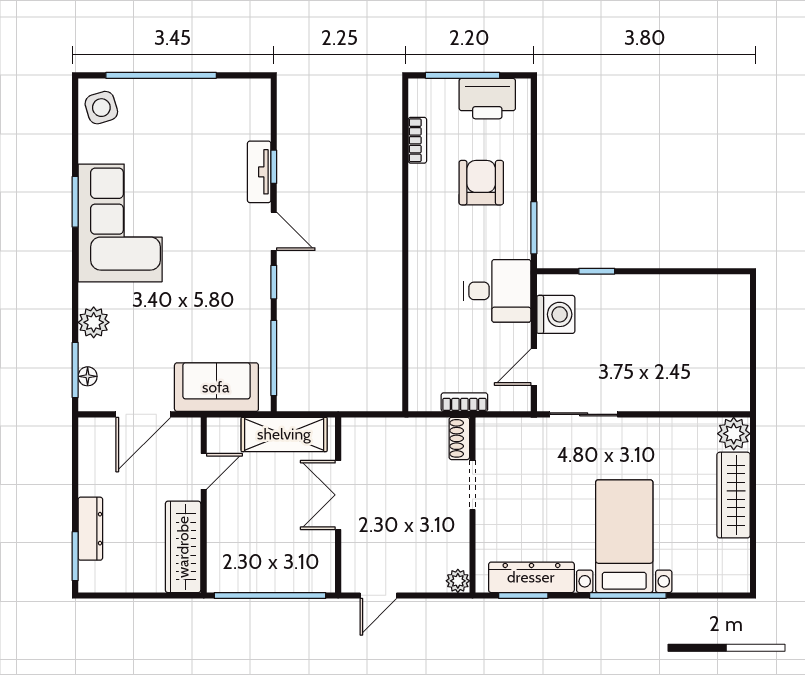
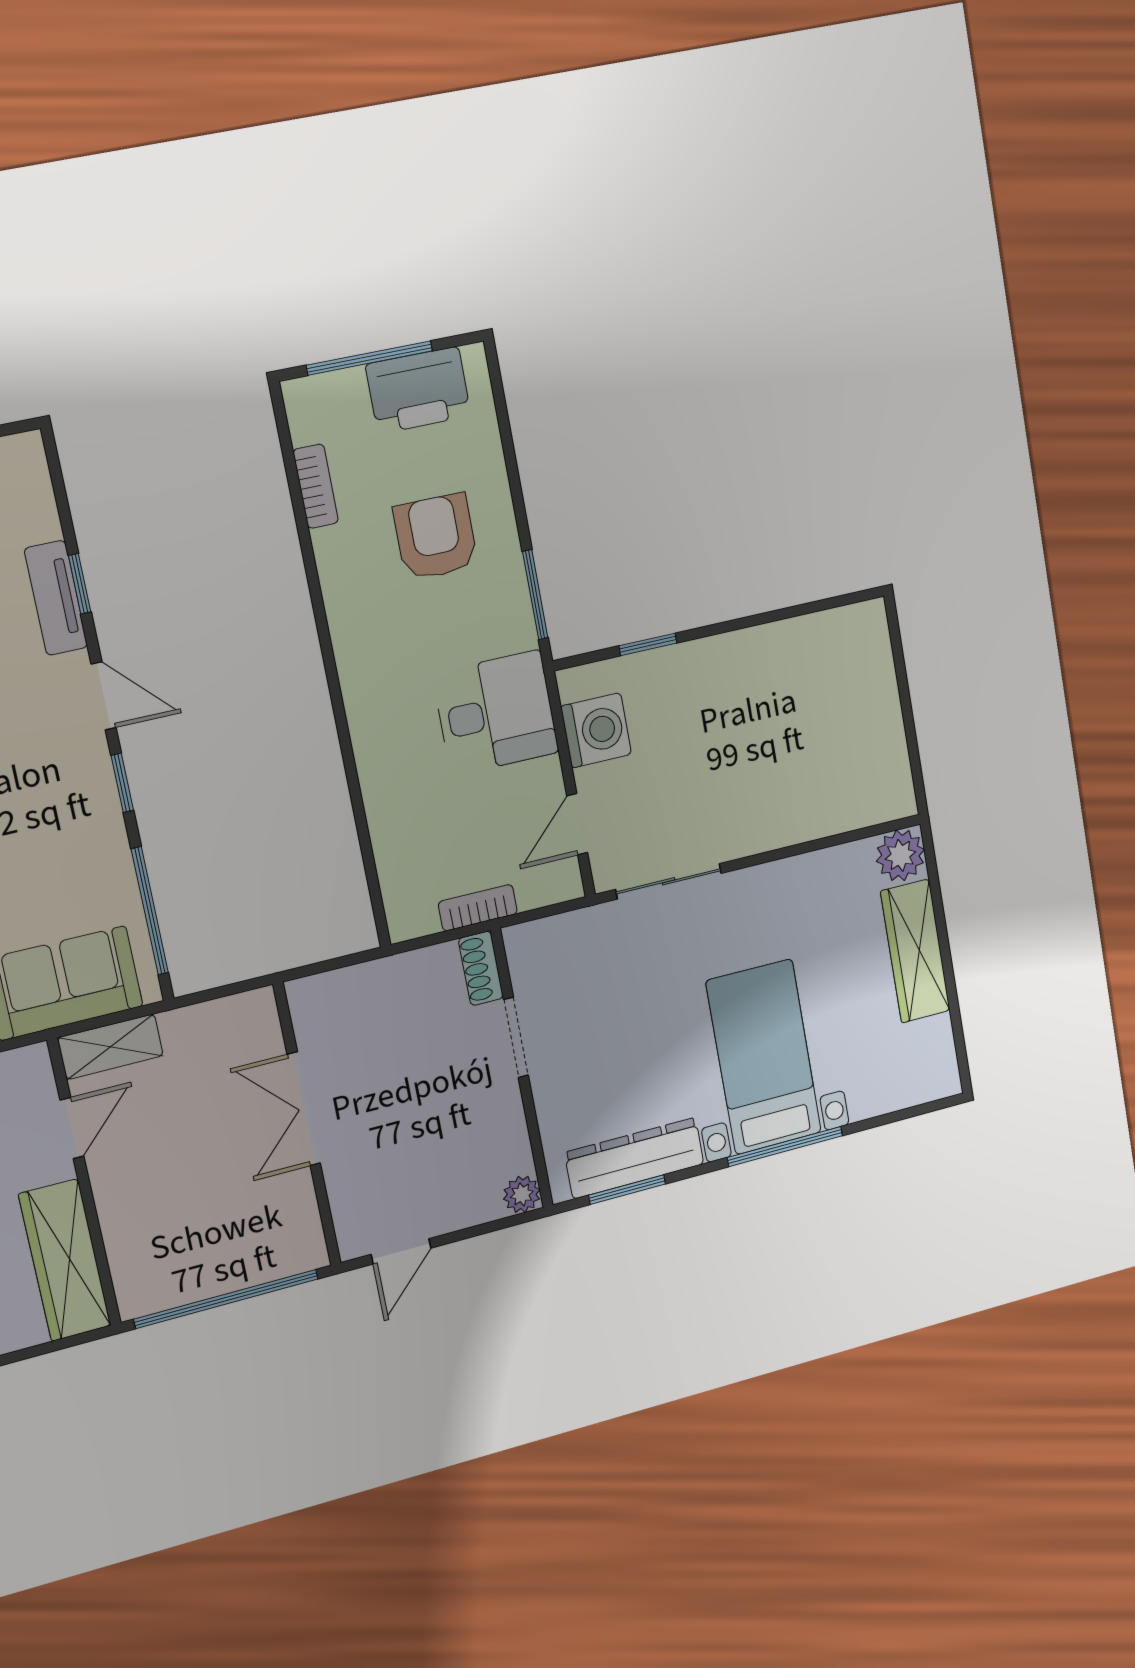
shelving: (284, 434) -> (110, 1047), moved, width x0.67, depth x0.75

